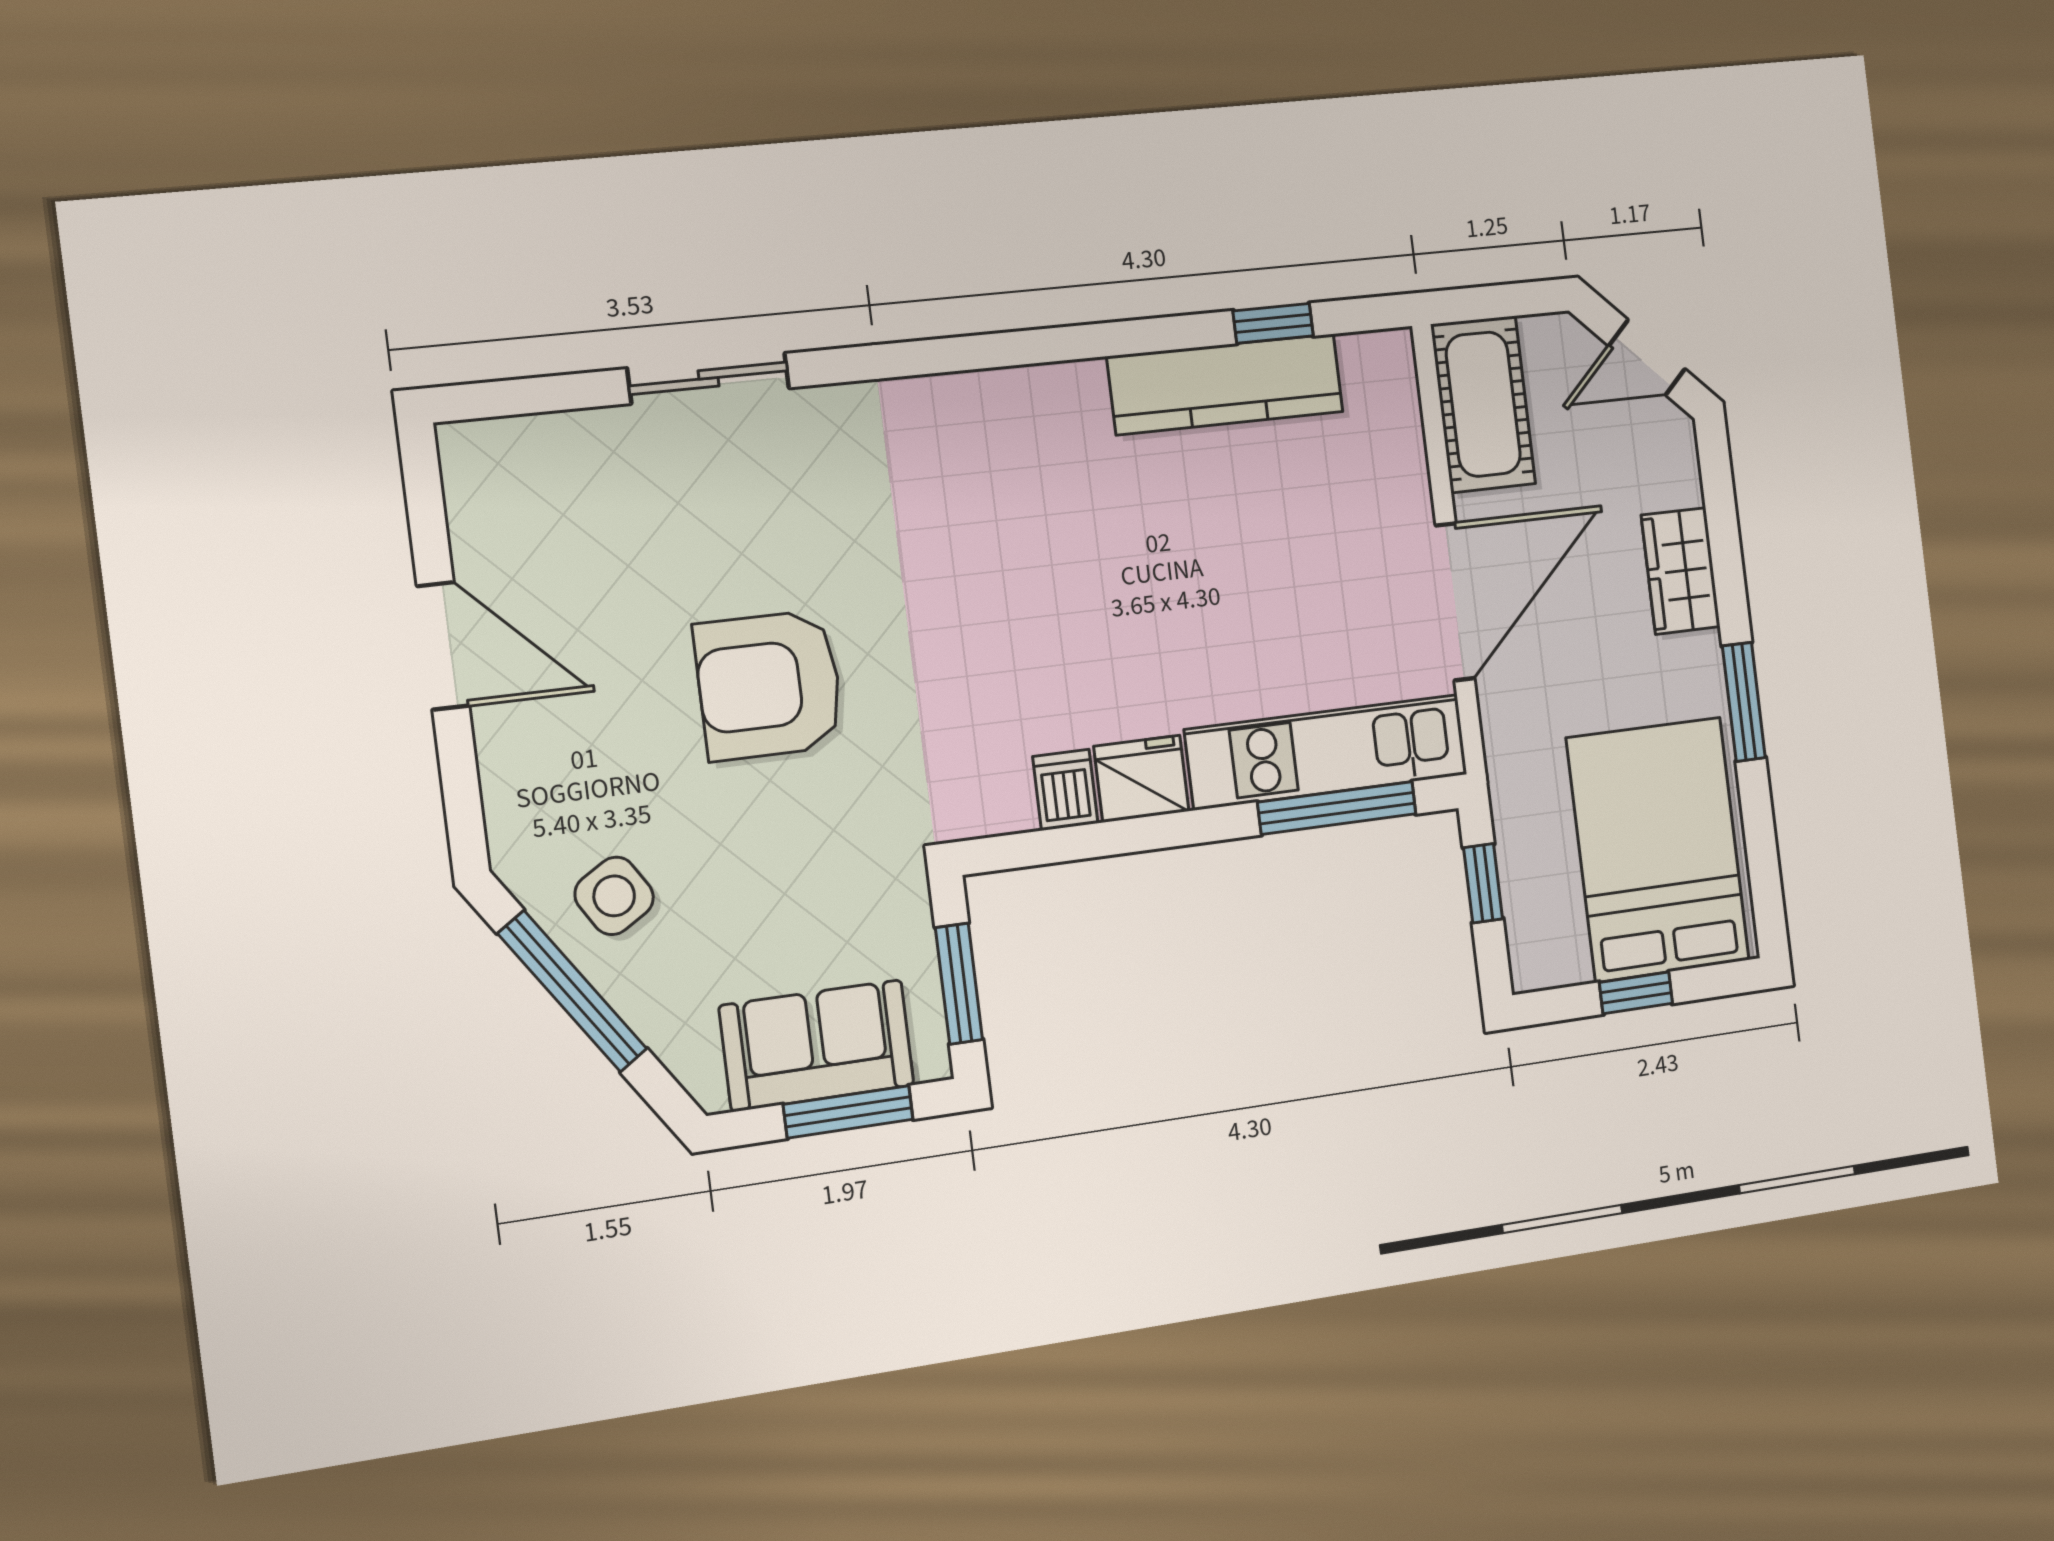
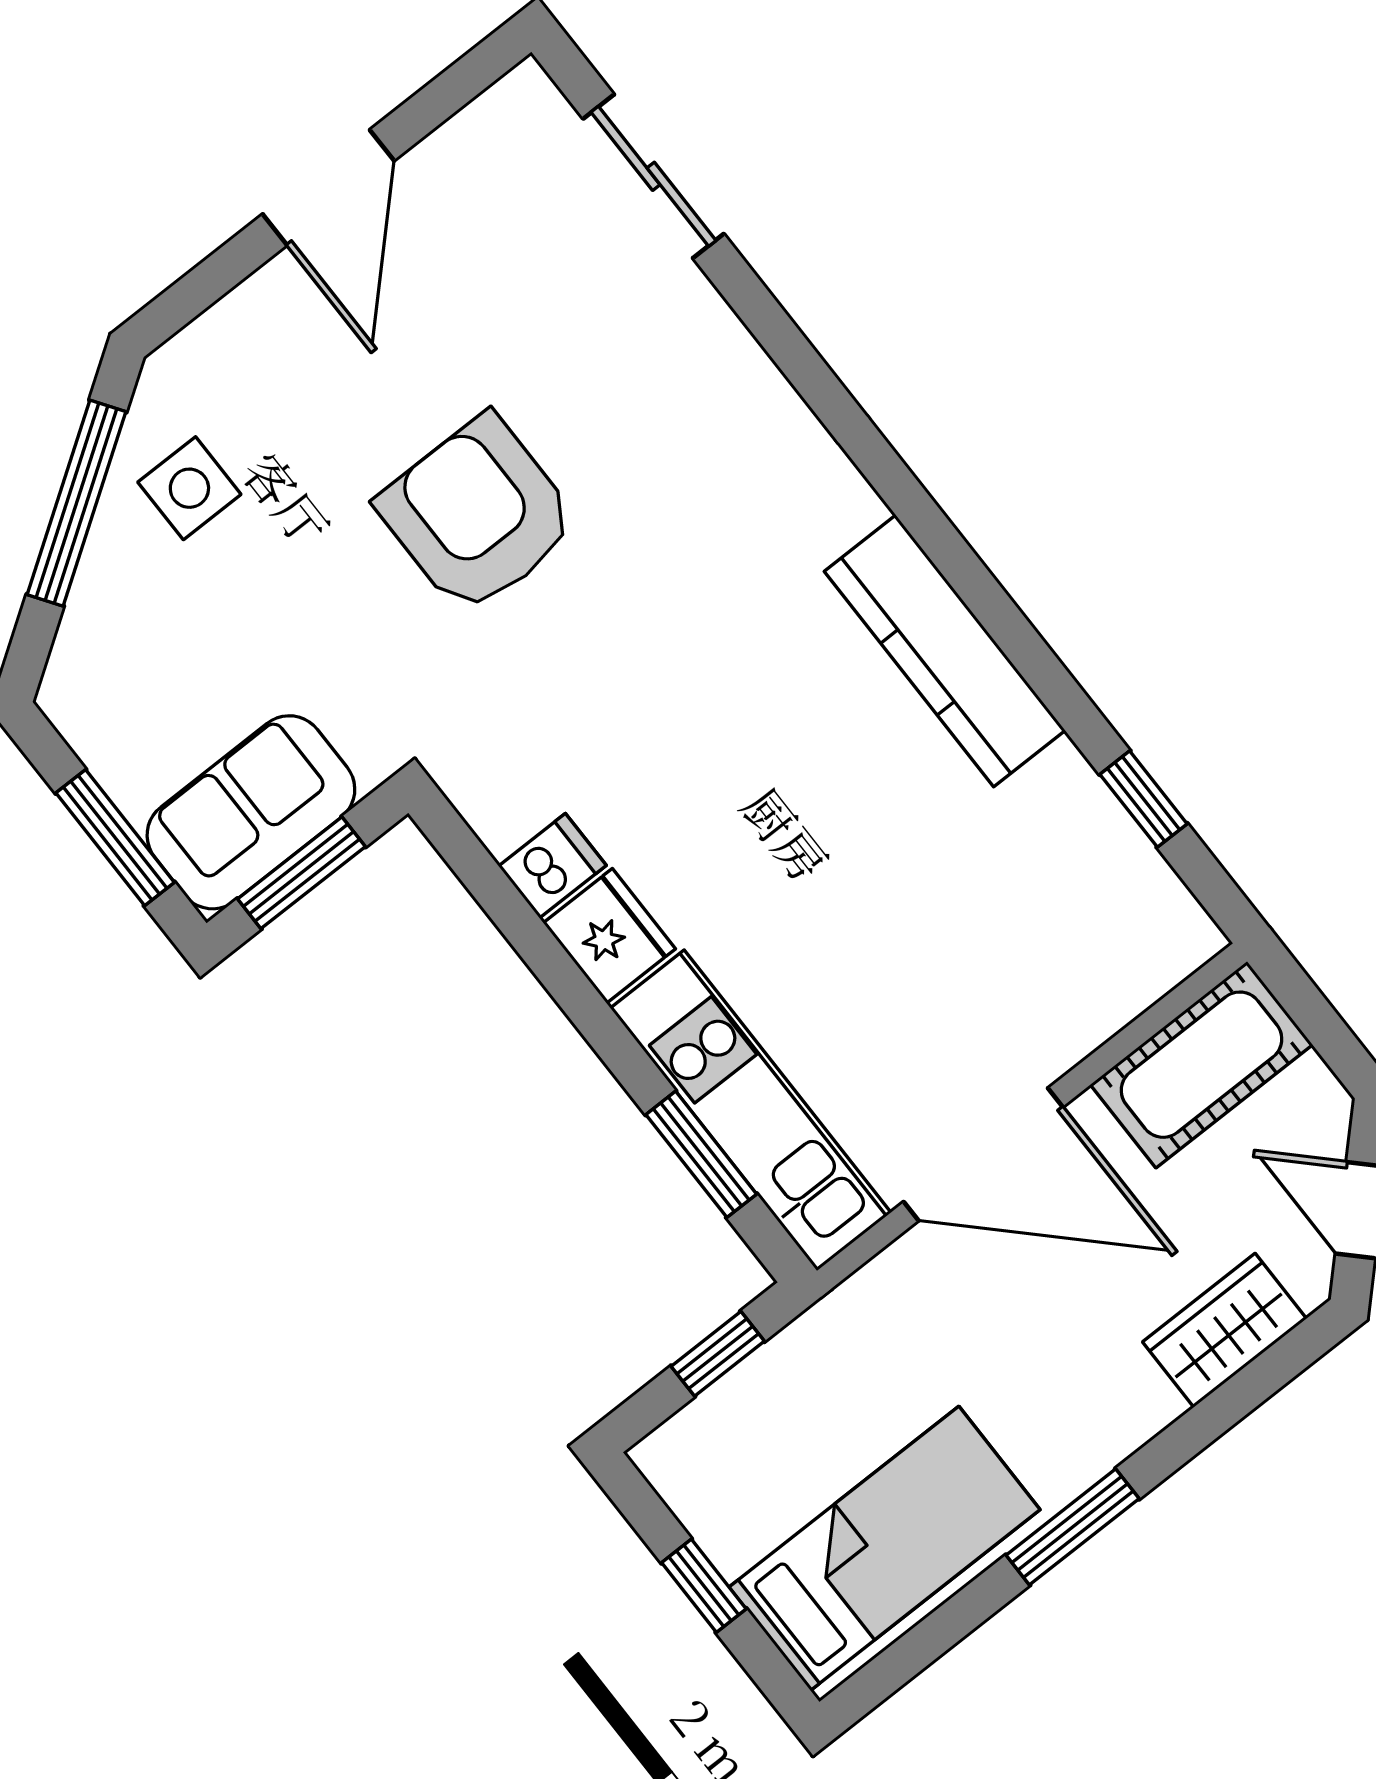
sliding door: (708, 378) -> (653, 176), moved
kitchen counter: (1225, 384) -> (945, 651), moved
wardrobe: (1681, 571) -> (1225, 1330), moved
window: (1337, 808) -> (701, 1154), width x0.69
bed: (1658, 849) -> (885, 1548), width x0.67
side table: (614, 896) -> (189, 488), turned 32
sofa: (817, 1045) -> (251, 812), moved, turned -90

